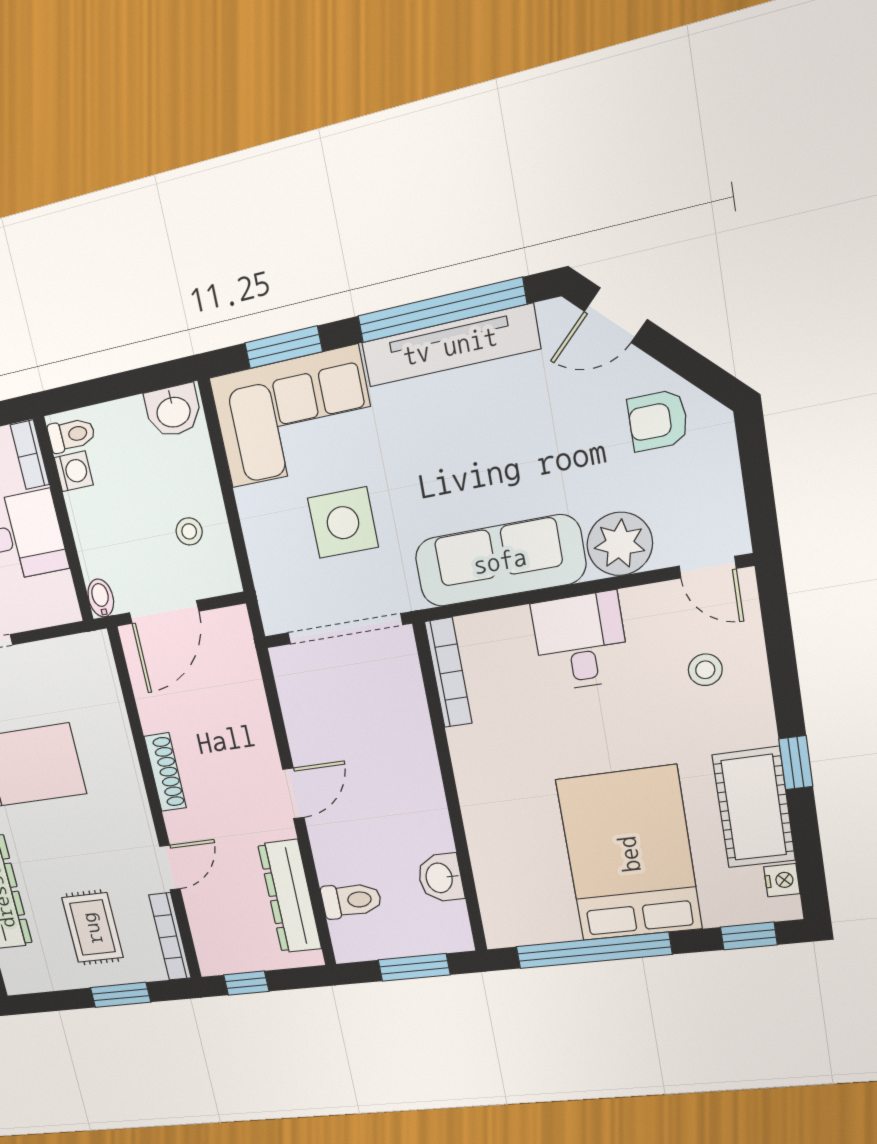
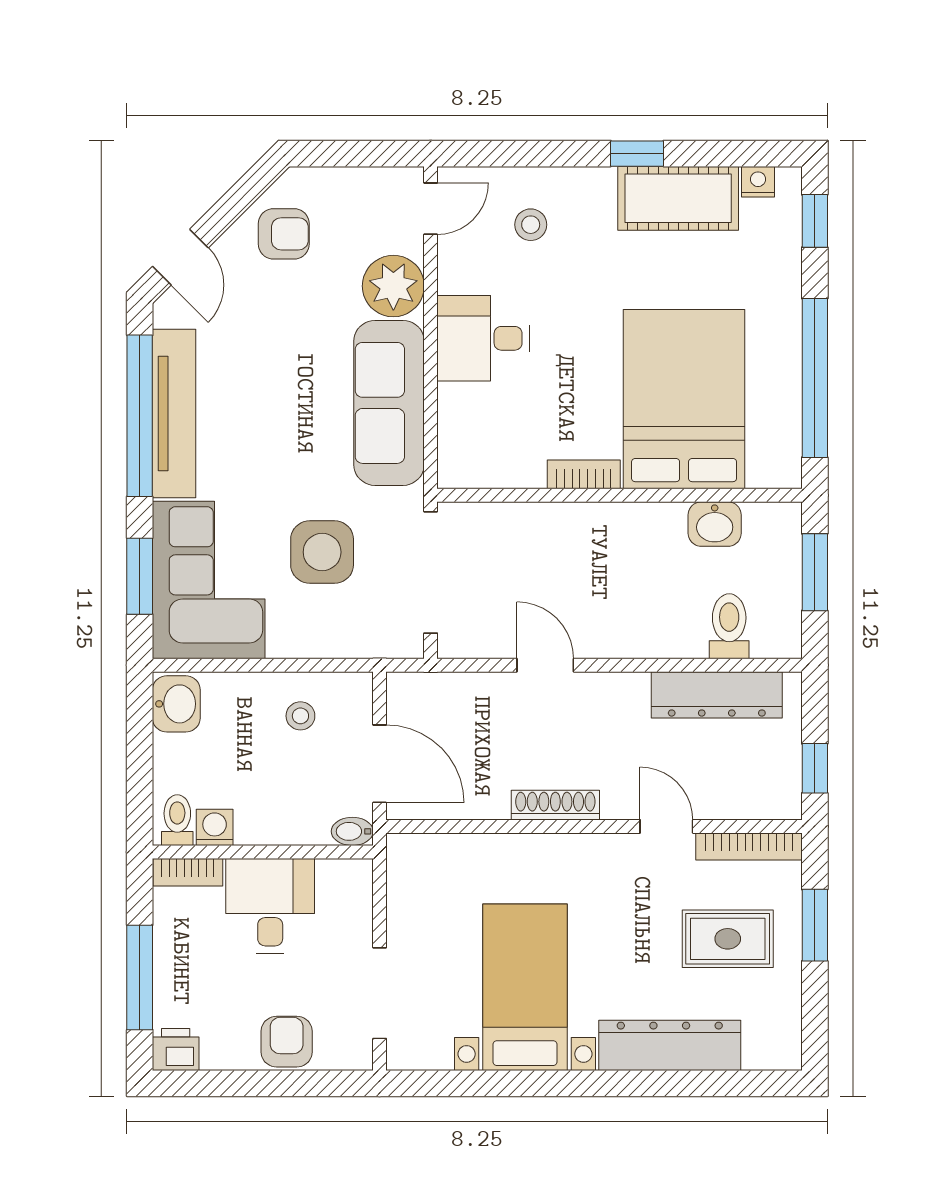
armchair: (658, 420) -> (284, 234), turned -90
bookcase: (448, 673) -> (584, 474), moved, width x0.64
door: (293, 793) -> (545, 665), moved
bed: (629, 854) -> (684, 399), moved, turned 90

